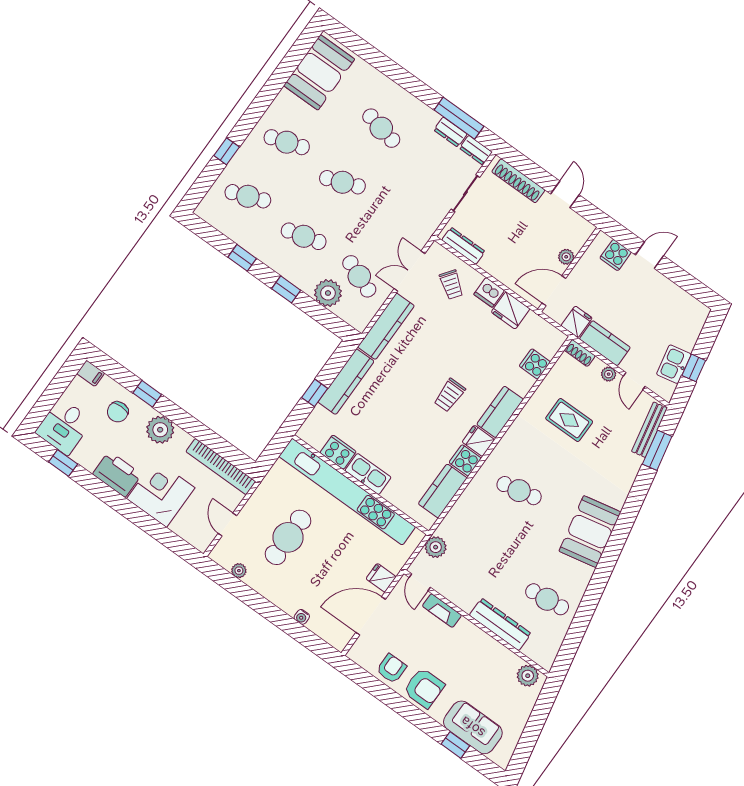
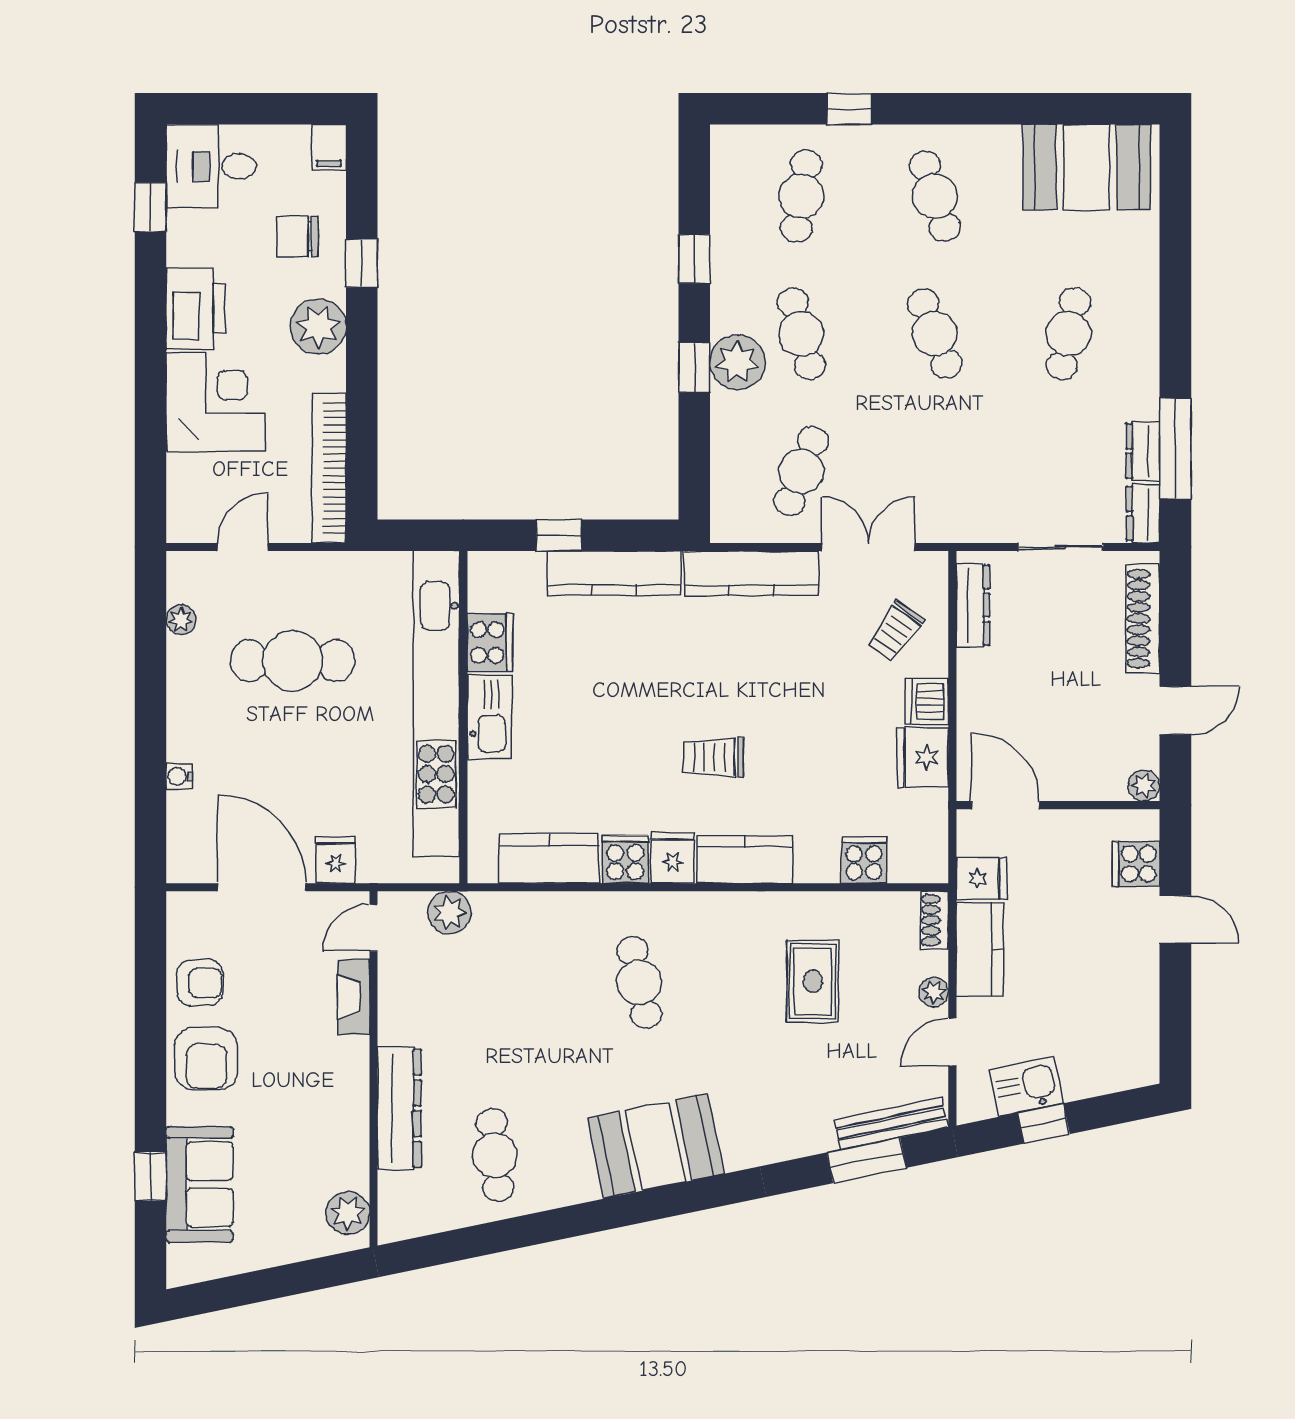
cafe table: (248, 196) -> (801, 196), turned 30
plant: (566, 257) -> (1144, 785), moved
plant: (328, 293) -> (737, 362), moved

